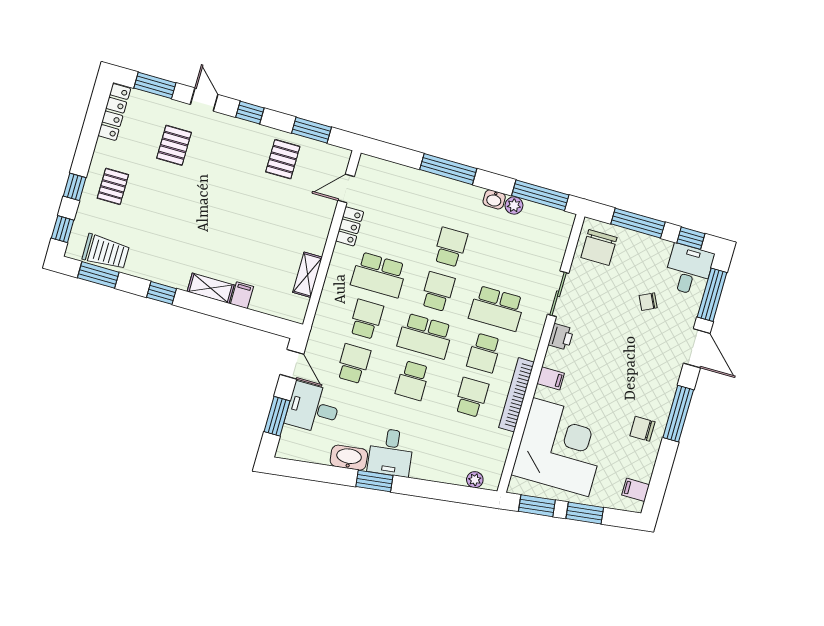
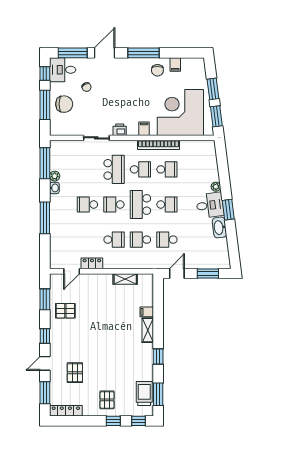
pallet: (174, 145) -> (75, 373), turned 90
pallet: (113, 186) -> (107, 400), turned 90
door: (346, 188) -> (72, 271), hinge flipped
chair: (599, 247) -> (64, 104), moved
school desk: (379, 275) -> (114, 240), width x0.54
school desk: (425, 336) -> (140, 205), turned 180
school desk: (471, 397) -> (167, 169), turned 180
desk: (313, 408) -> (198, 255), removed
plant: (475, 480) -> (216, 187), moved
filing cabinet: (636, 490) -> (175, 64), moved

